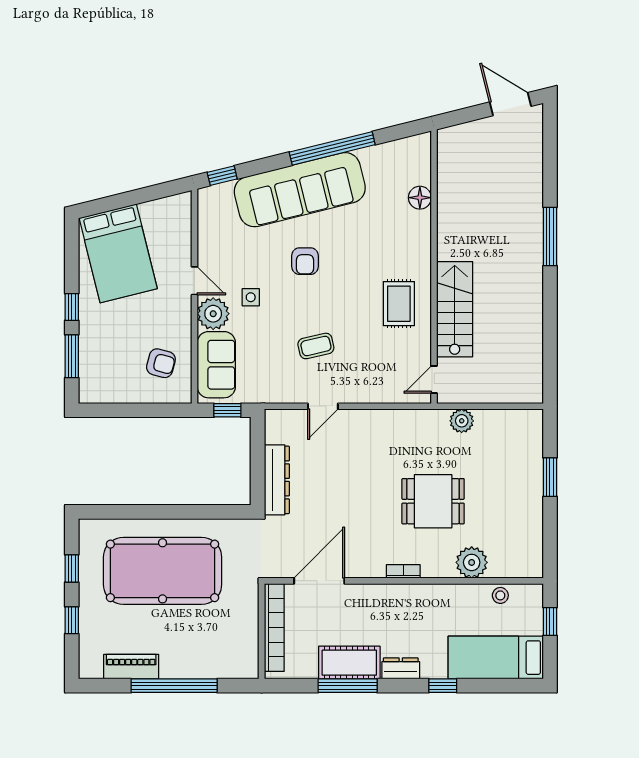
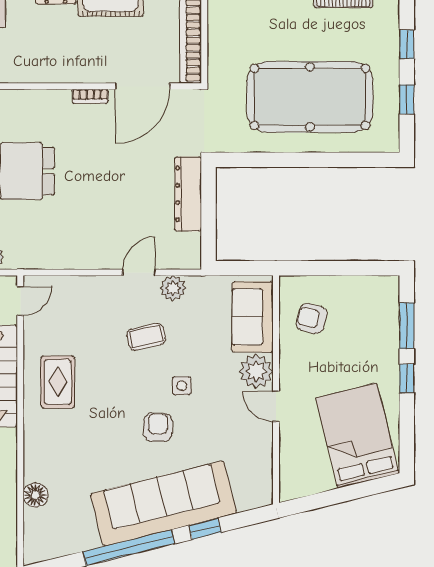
window: (222, 176) -> (205, 529), moved
side table: (251, 297) -> (182, 386), moved
plant: (291, 392) -> (173, 288), added
window: (227, 410) -> (241, 268), removed
bookcase: (403, 571) -> (90, 96), moved

